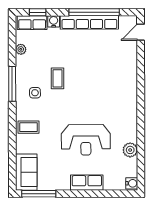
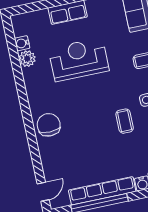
chair: (124, 89) -> (49, 125), added
water cooler: (132, 183) -> (22, 43), moved

